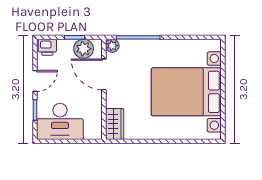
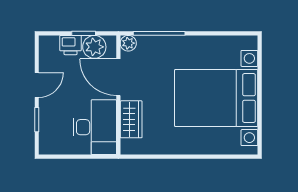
printer: (47, 47) -> (70, 45), moved
desk: (60, 121) -> (95, 127), moved, turned -90
wardrobe: (115, 124) -> (131, 119), moved

